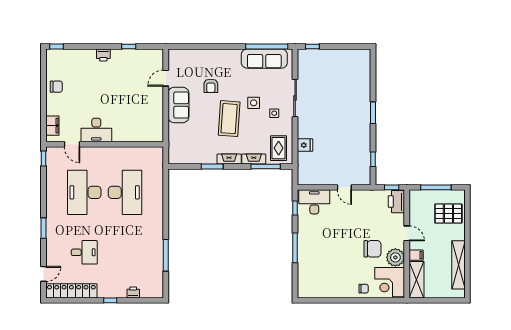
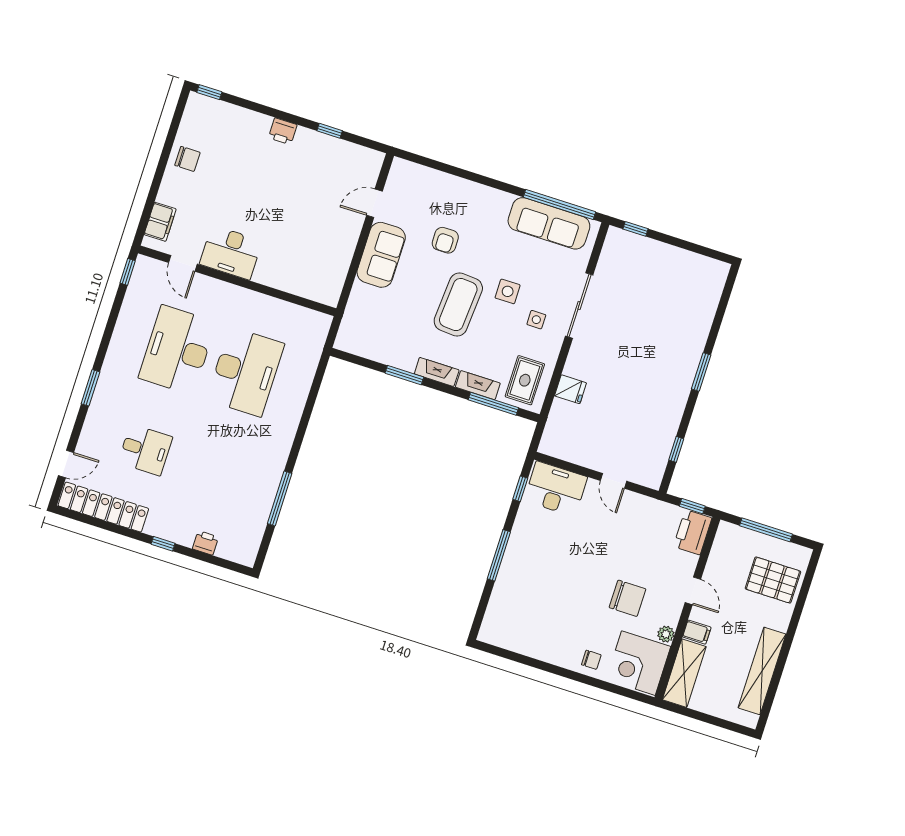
plant: (395, 257) -> (666, 634), width x0.53, depth x0.53

